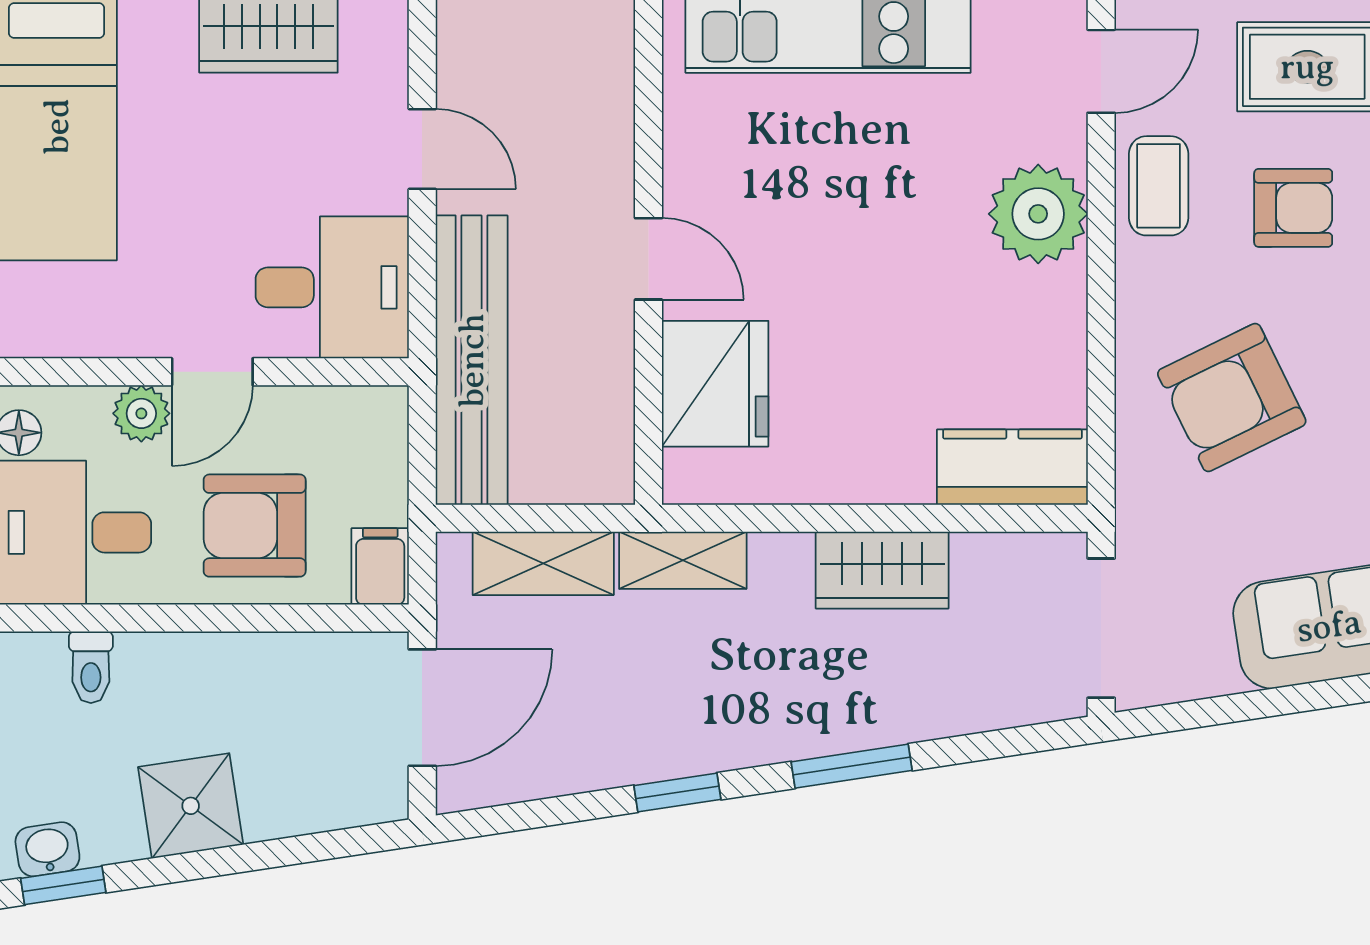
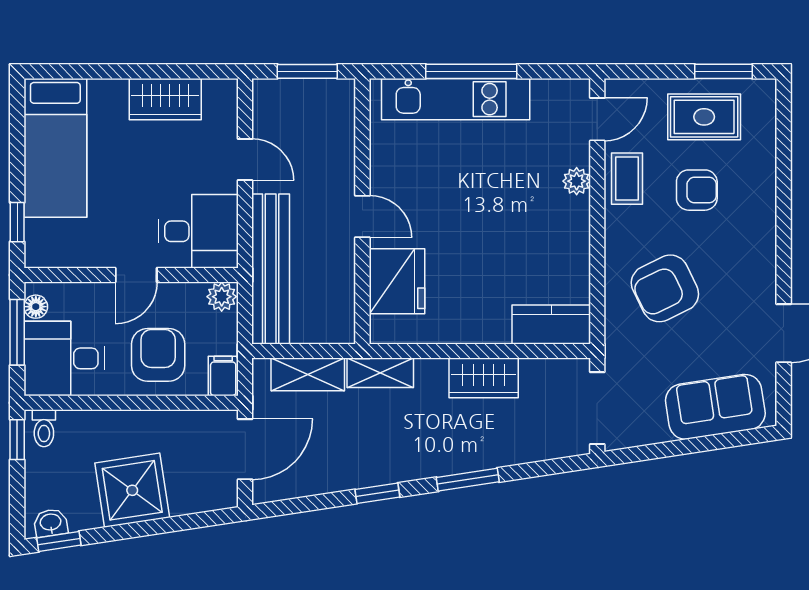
plant: (1038, 214) -> (577, 181), width x0.53, depth x0.53
plant: (141, 413) -> (222, 297), moved
armchair: (255, 526) -> (158, 355), turned 90
toilet: (91, 667) -> (44, 428), moved
shower: (191, 806) -> (132, 490), width x1.36, depth x1.36

